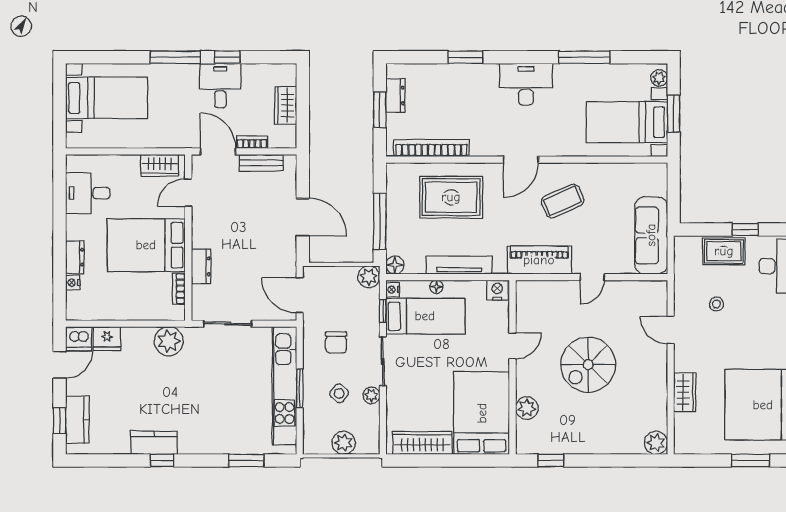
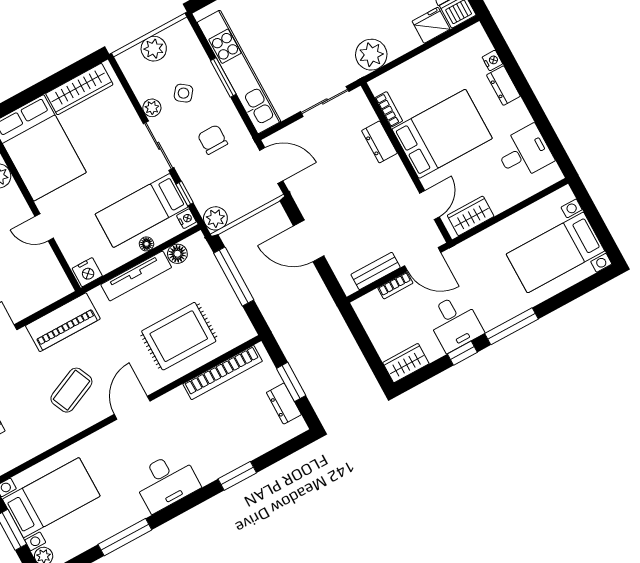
wardrobe: (286, 105) -> (406, 363), moved, turned -90
floor lamp: (395, 265) -> (177, 254), moved
door: (512, 346) -> (44, 227), hinge flipped

